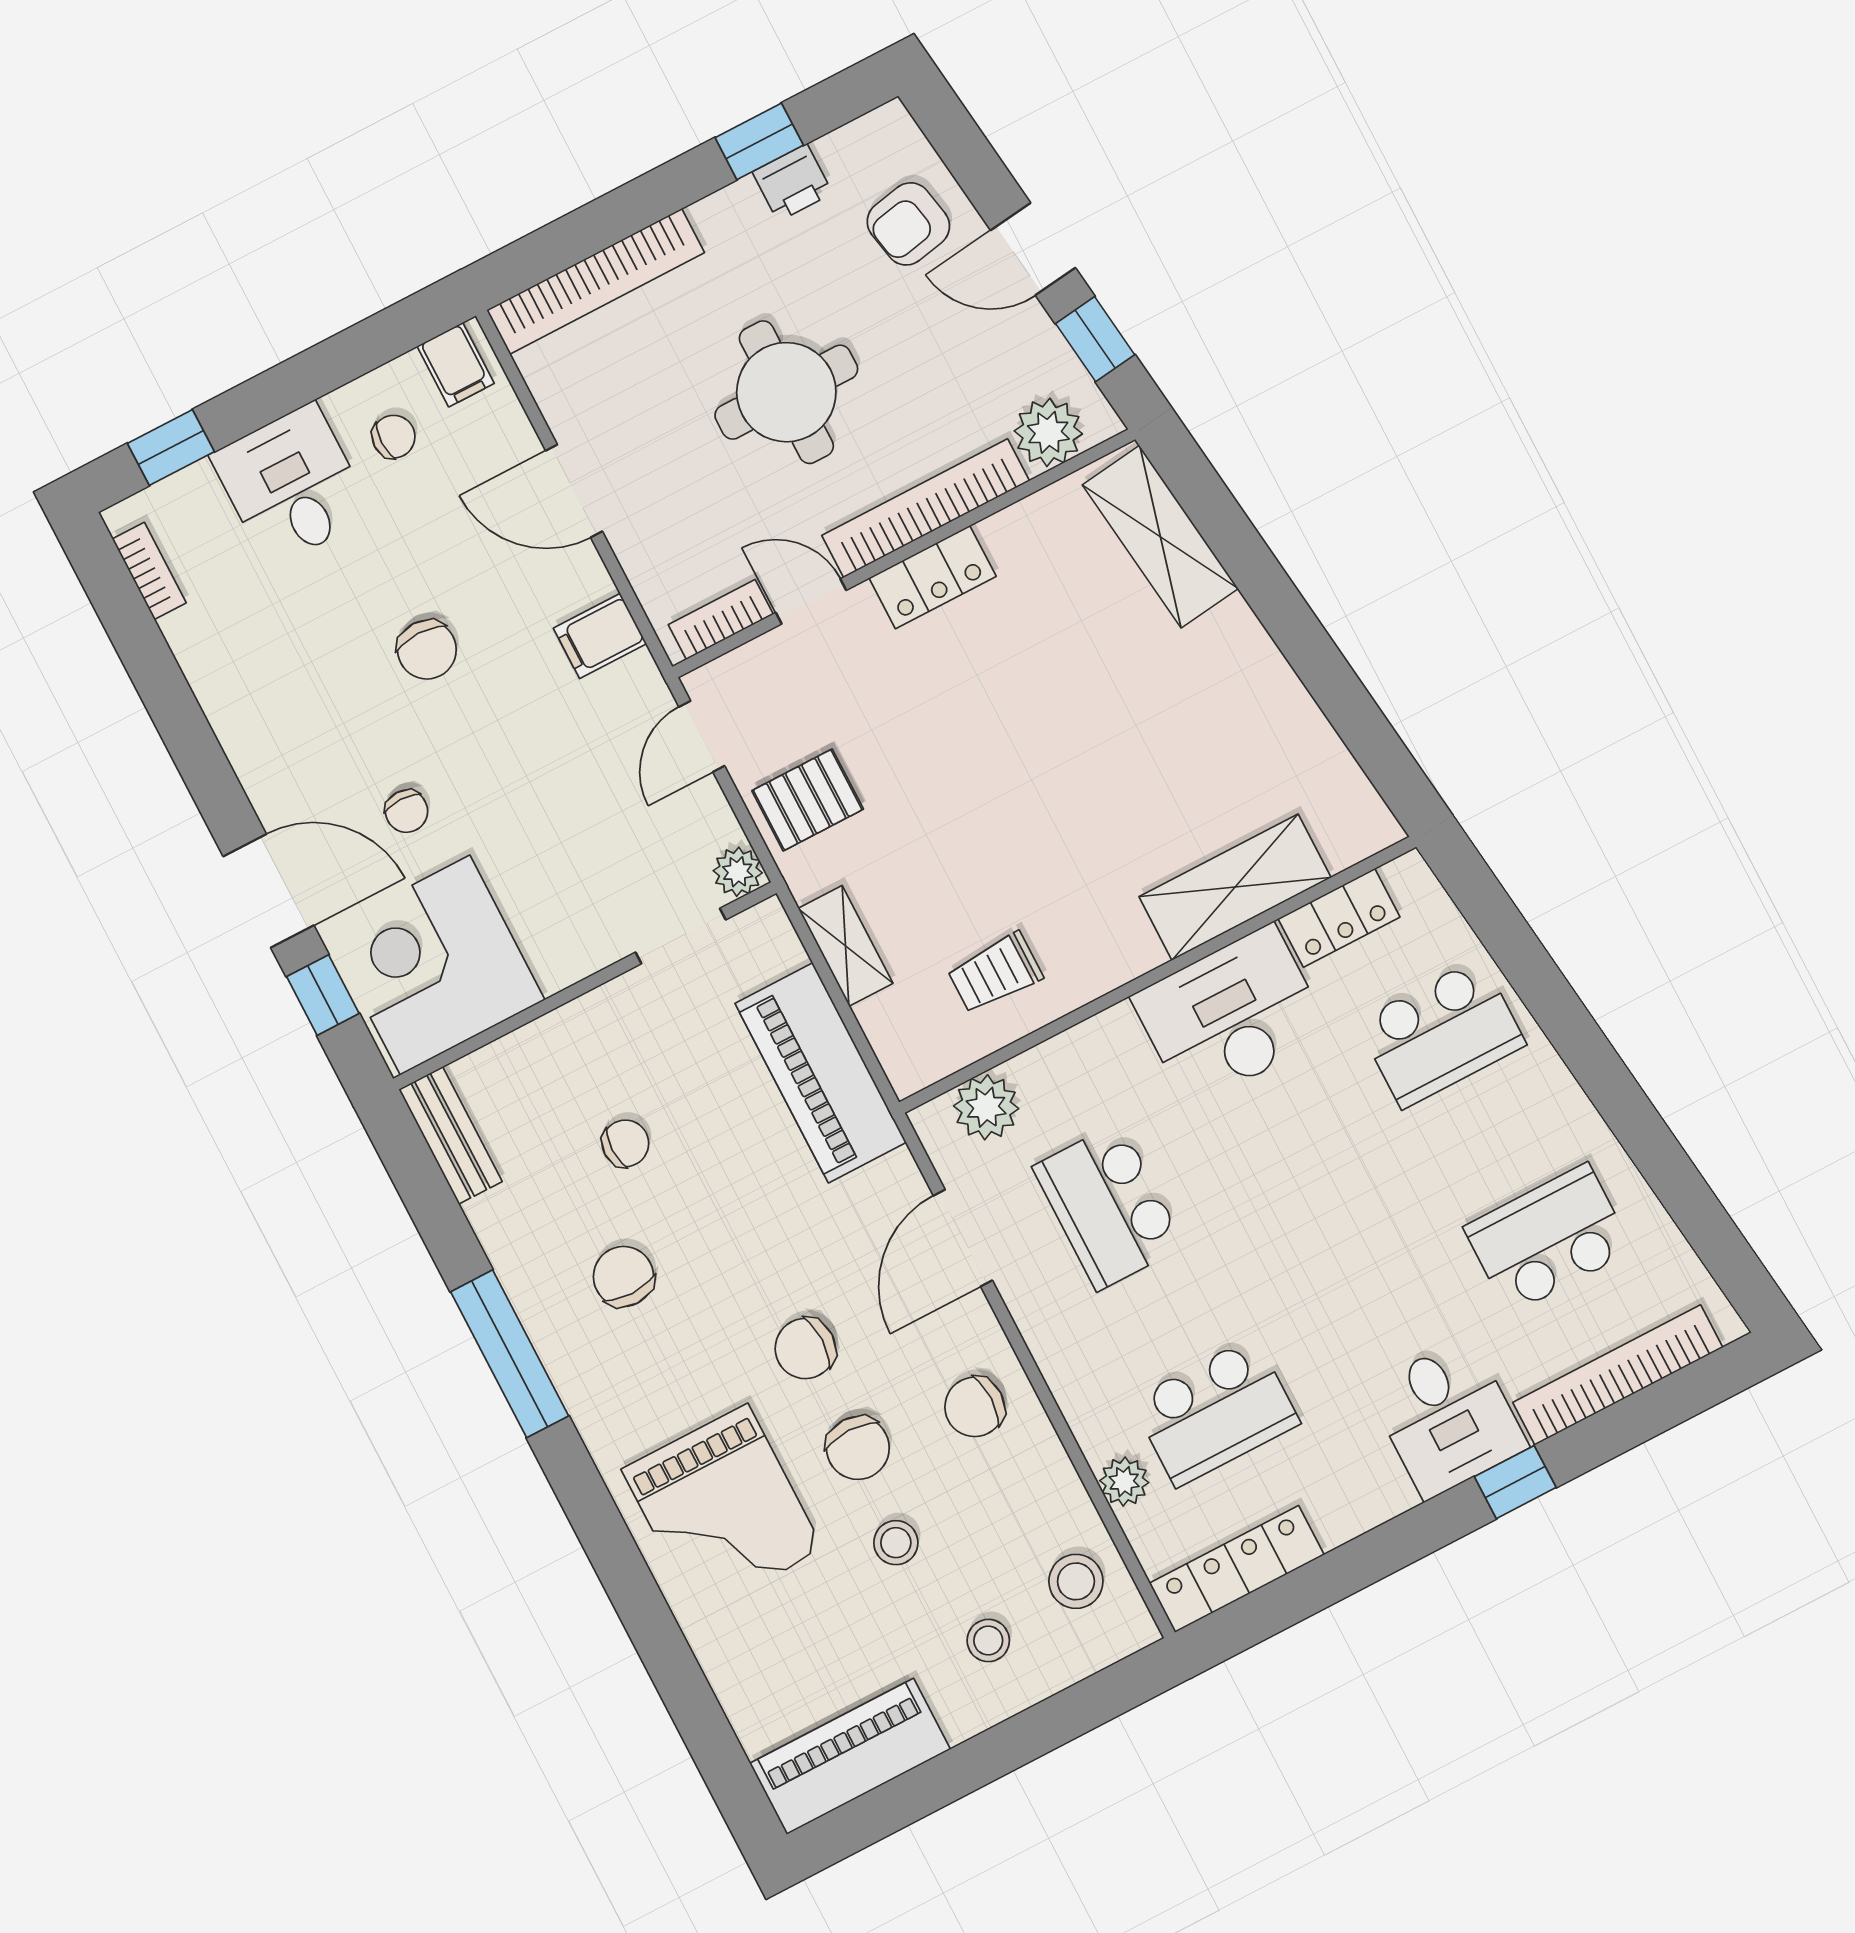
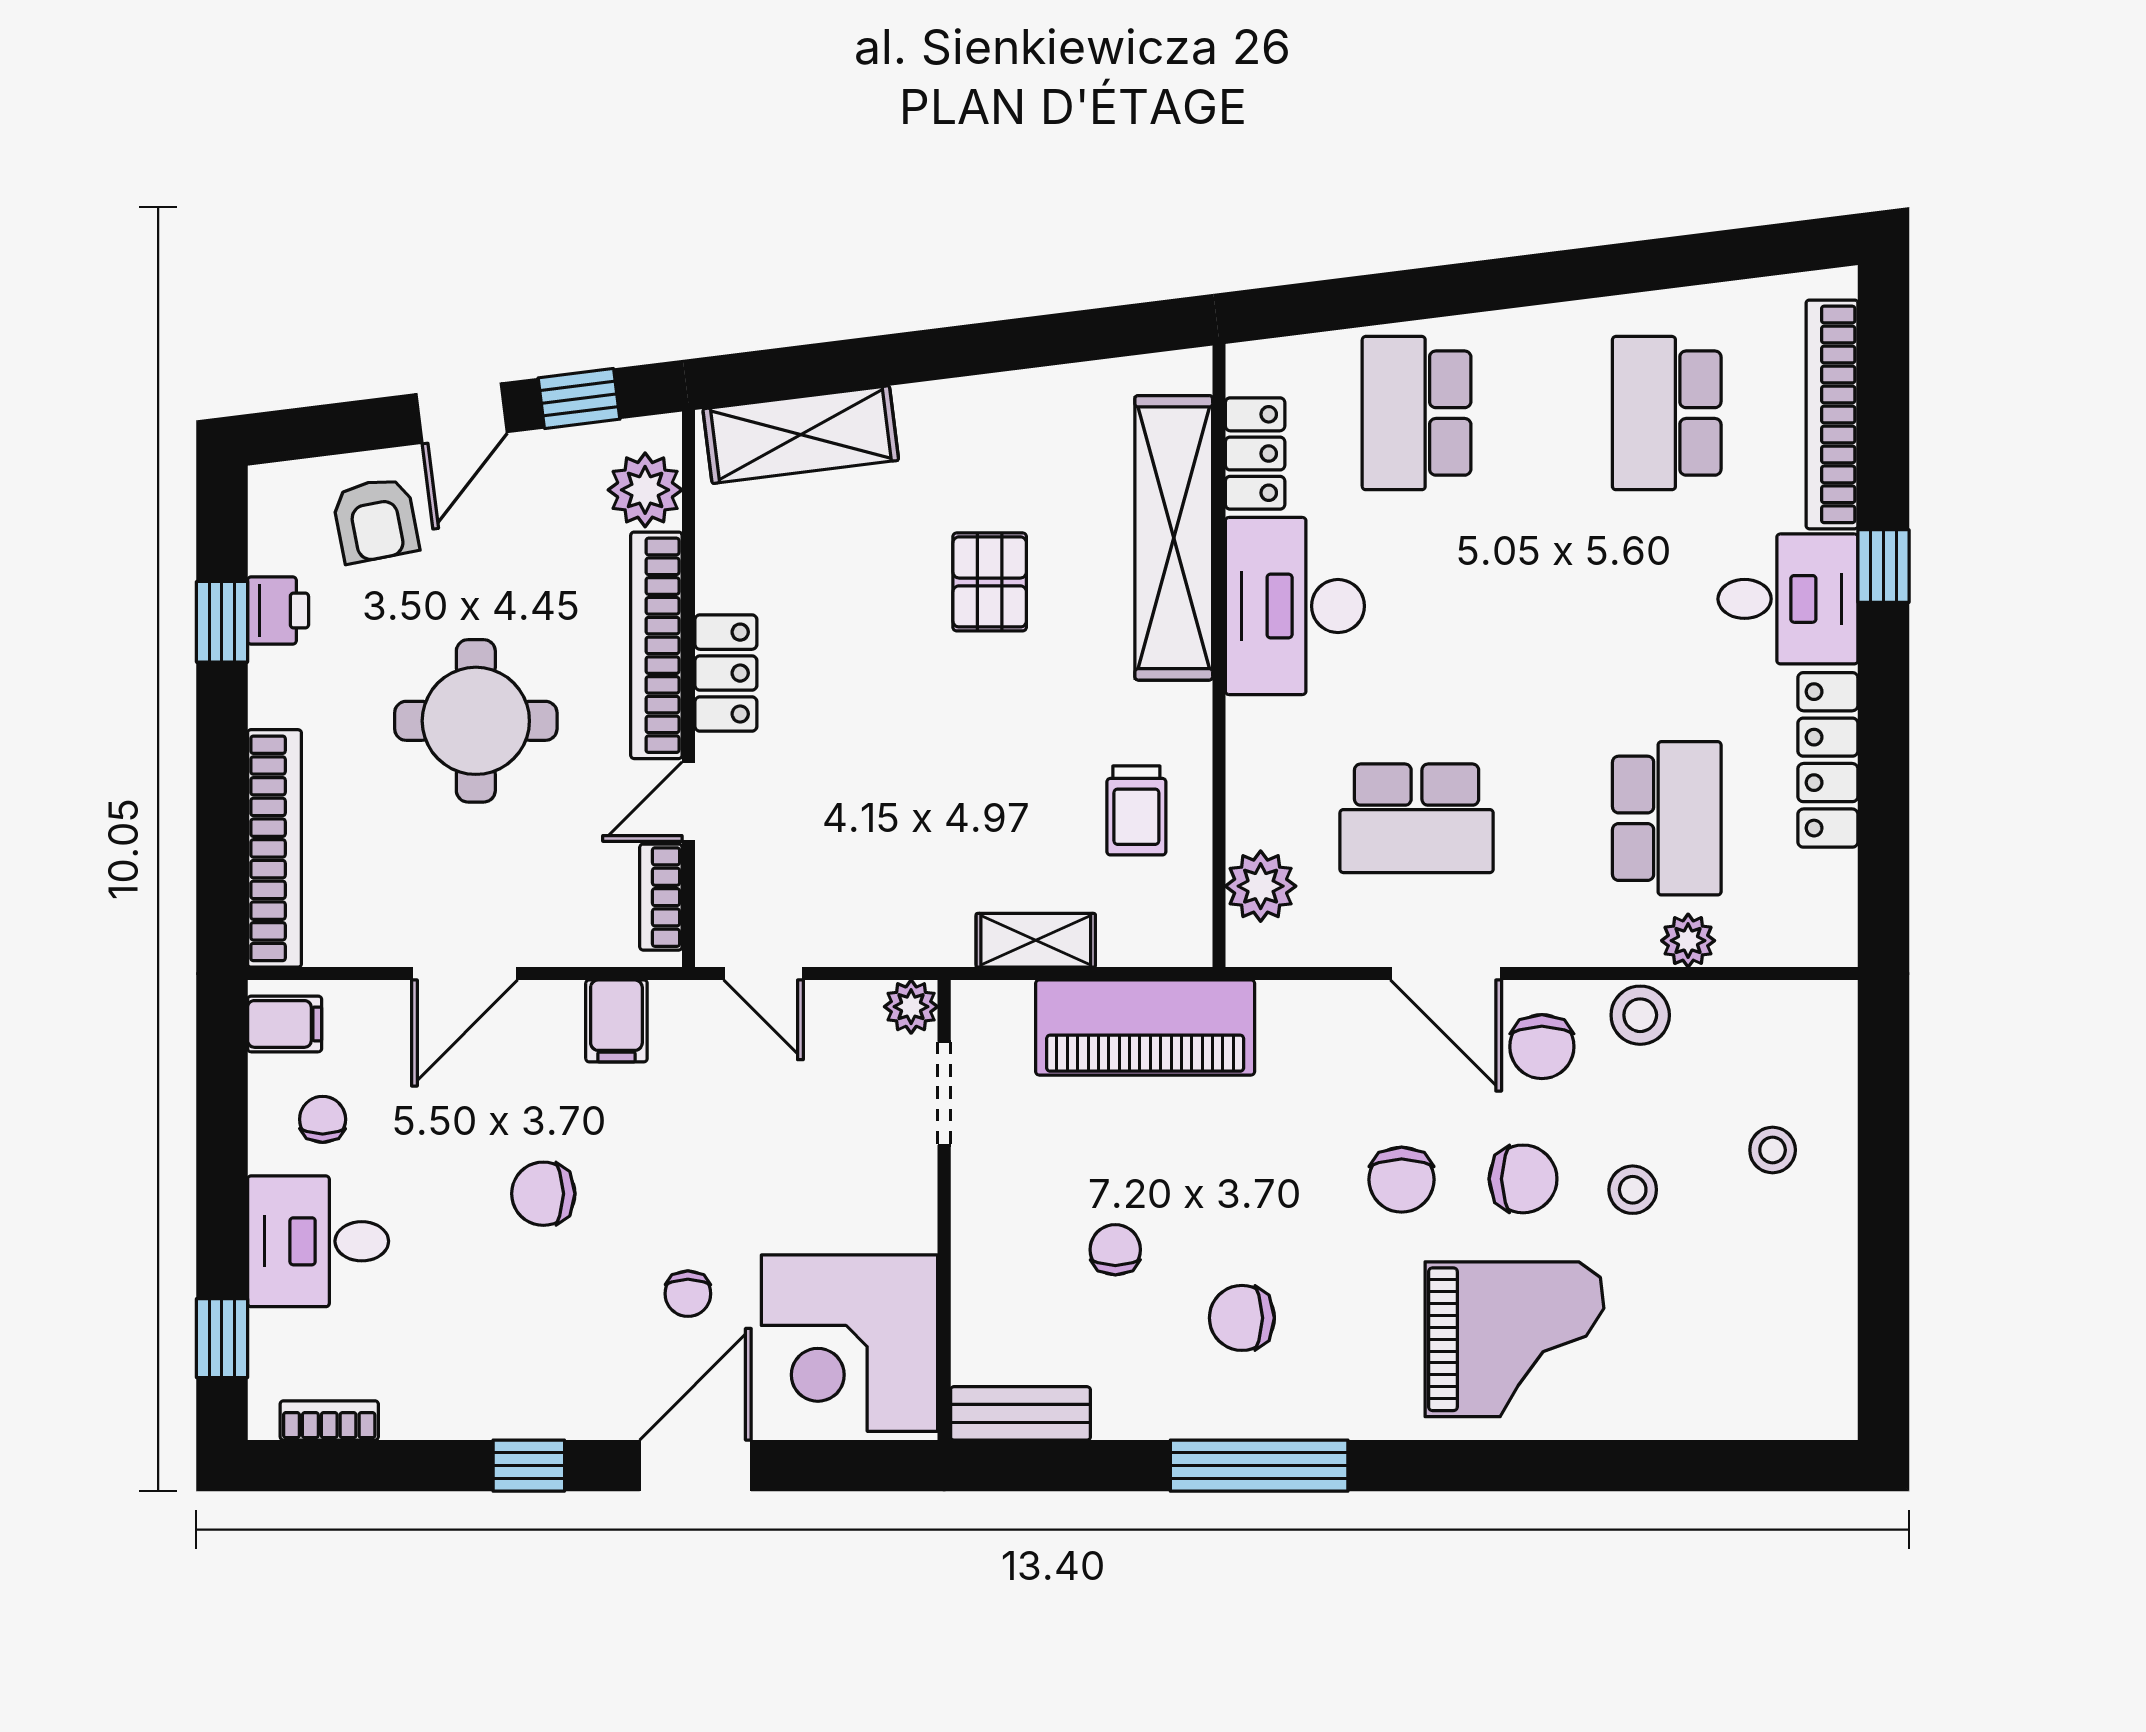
chair: (427, 650) -> (543, 1194), turned 180
pallet: (808, 800) -> (990, 582), moved
chair: (407, 811) -> (688, 1294), turned 90
shelving: (1235, 887) -> (1174, 538), width x1.47
window: (323, 995) -> (529, 1466), moved
school desk: (1441, 1033) -> (1417, 413), turned 180
door: (963, 1238) -> (1446, 974), moved
locker: (1237, 1569) -> (1828, 760), moved
stool: (1076, 1581) -> (1640, 1015), moved
piano: (850, 1756) -> (1815, 1340), removed

